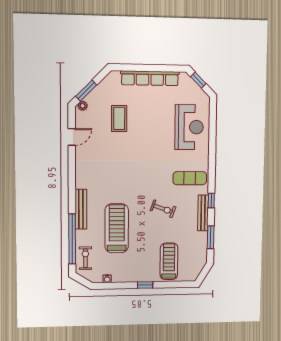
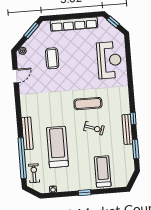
window: (86, 91) -> (32, 30), moved
exercise mat: (190, 178) -> (88, 104), moved

